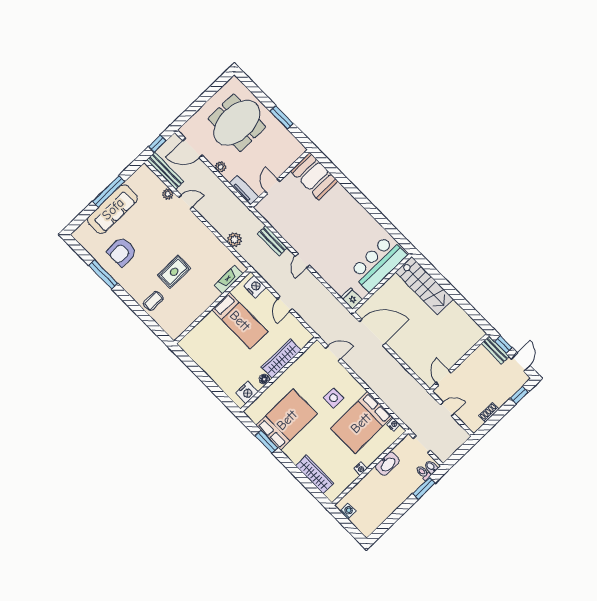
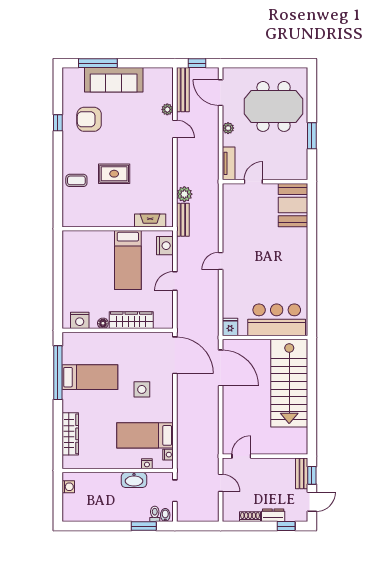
window: (108, 191) -> (98, 63), moved
bench: (272, 241) -> (183, 220), moved
window: (103, 274) -> (58, 123), width x0.46
stairs: (425, 286) -> (289, 383), width x1.36, depth x1.51
door: (333, 354) -> (175, 355), width x1.87
dresser: (503, 396) -> (273, 515), added
bed: (287, 420) -> (90, 377), width x0.67
bed: (361, 423) -> (145, 435), width x0.67
window: (266, 442) -> (58, 373), width x2.11
nightstand: (360, 469) -> (147, 464), moved

